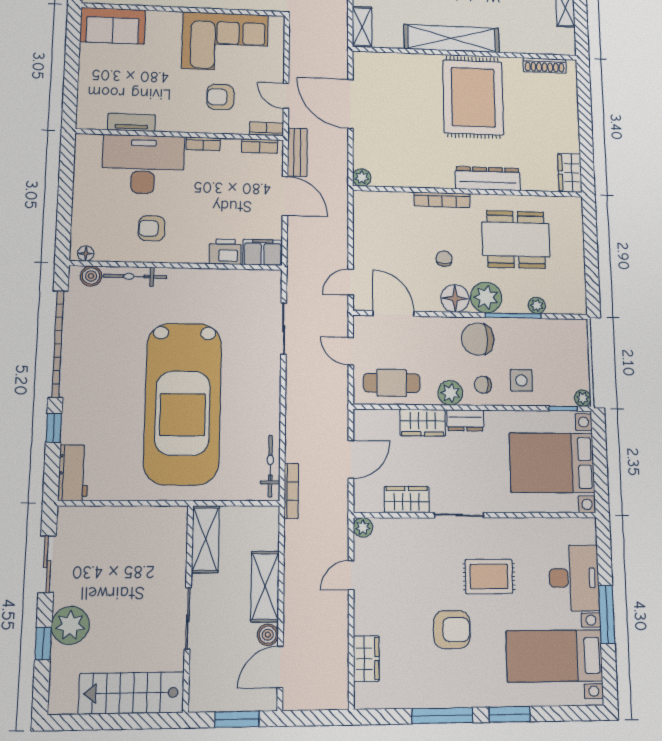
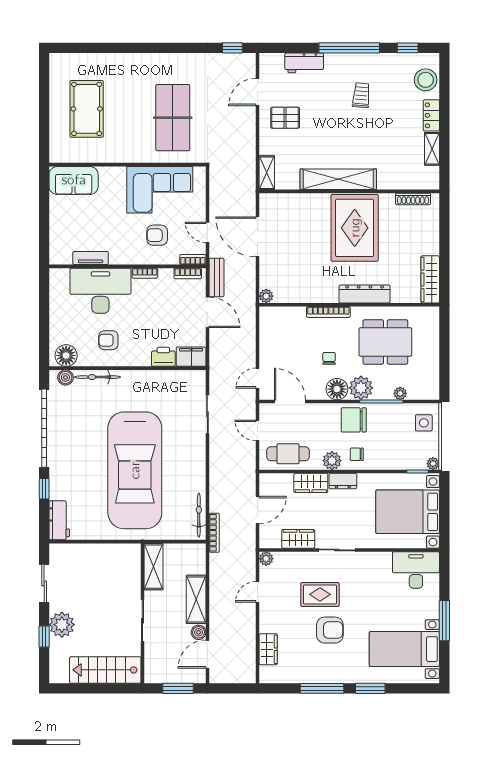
wardrobe: (570, 173) -> (430, 279), width x1.50
floor lamp: (86, 254) -> (66, 356), width x1.89, depth x1.89
side table: (521, 380) -> (424, 423), moved
rug: (489, 576) -> (320, 594), moved
desk: (574, 578) -> (416, 570), moved, turned -90

